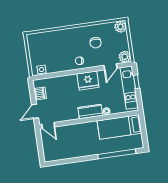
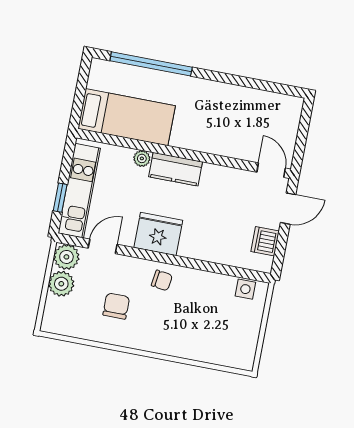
plant: (120, 27) -> (61, 284), moved

